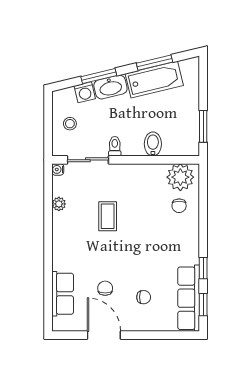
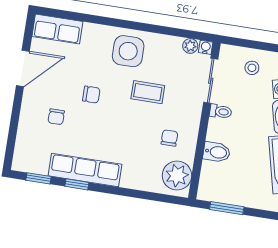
plant: (59, 204) -> (190, 46), moved
chair: (179, 206) -> (169, 138), moved, turned 90
side table: (73, 240) -> (128, 51), added
chair: (105, 288) -> (91, 95), moved
row of seats: (63, 294) -> (57, 29), moved
row of seats: (189, 298) -> (85, 170), moved

